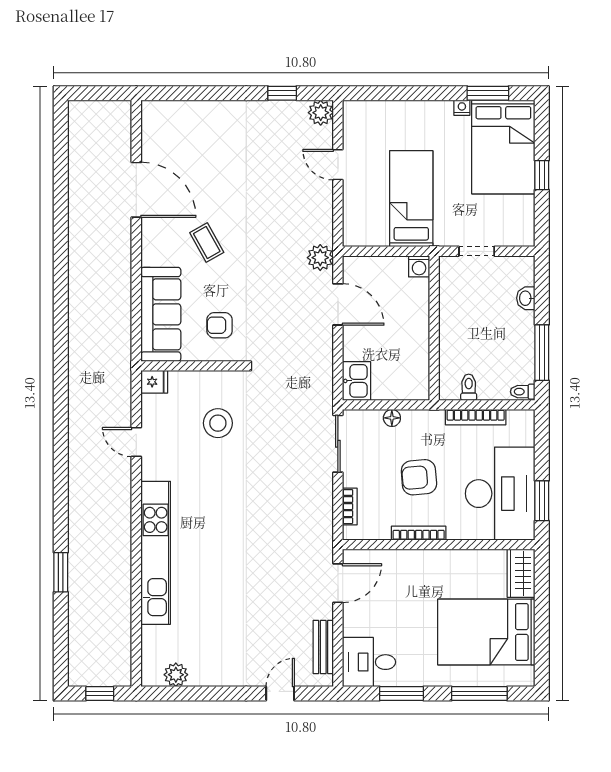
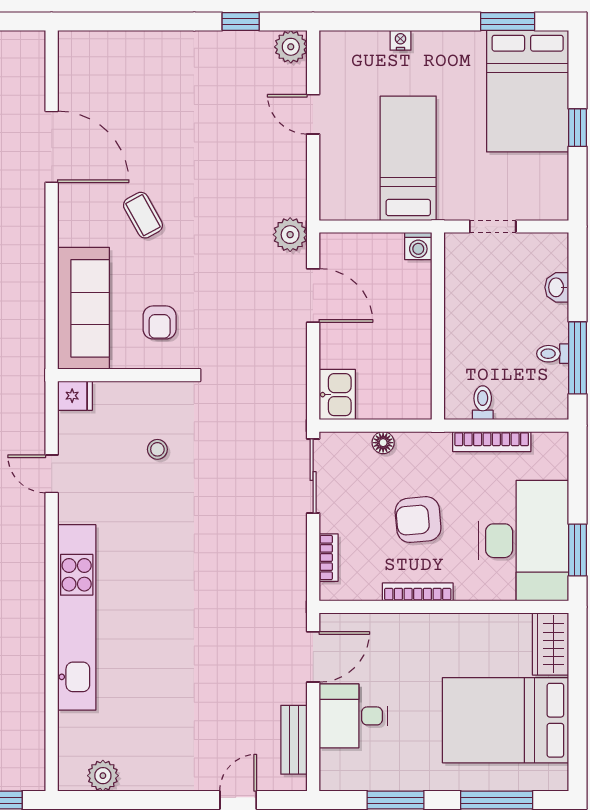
nightstand: (462, 108) -> (400, 40), moved
armchair: (220, 325) -> (160, 322), turned -90
toilet: (523, 392) -> (553, 354), moved
stool: (218, 423) -> (157, 449), width x0.53, depth x0.53
desk: (369, 662) -> (353, 716), moved

